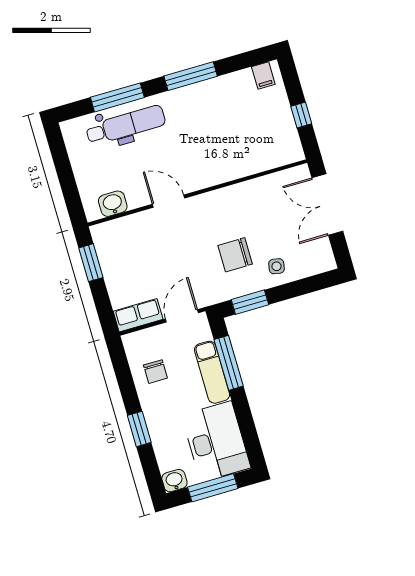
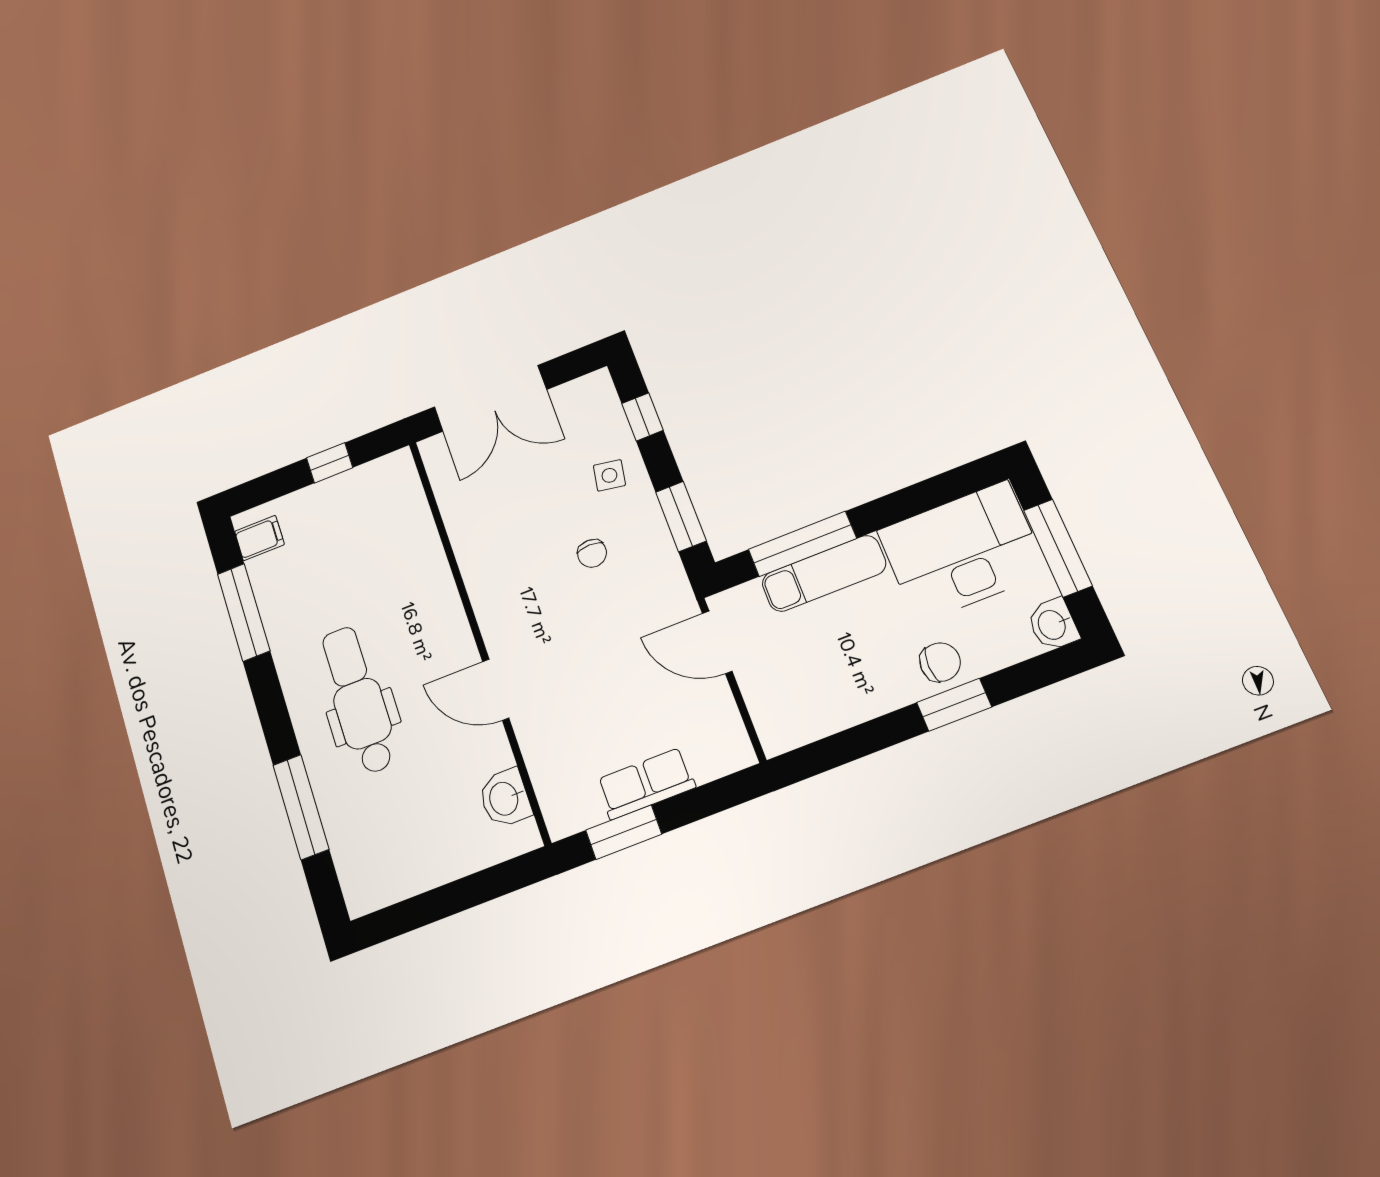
window: (191, 76) -> (244, 612), moved
dental chair: (126, 125) -> (358, 700), moved
door: (168, 201) -> (496, 690), hinge flipped
chair: (235, 255) -> (592, 553), width x0.54, depth x0.54
window: (307, 286) -> (642, 417), added
row of seats: (138, 315) -> (646, 783), moved, turned 90
chair: (155, 372) -> (940, 662), moved

